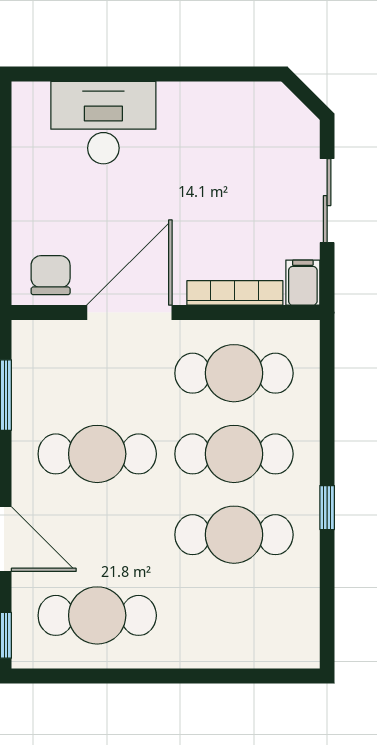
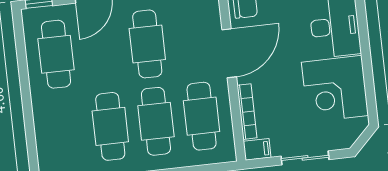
corner desk: (212, 135) -> (335, 89), added
door: (129, 313) -> (229, 53), hinge flipped

